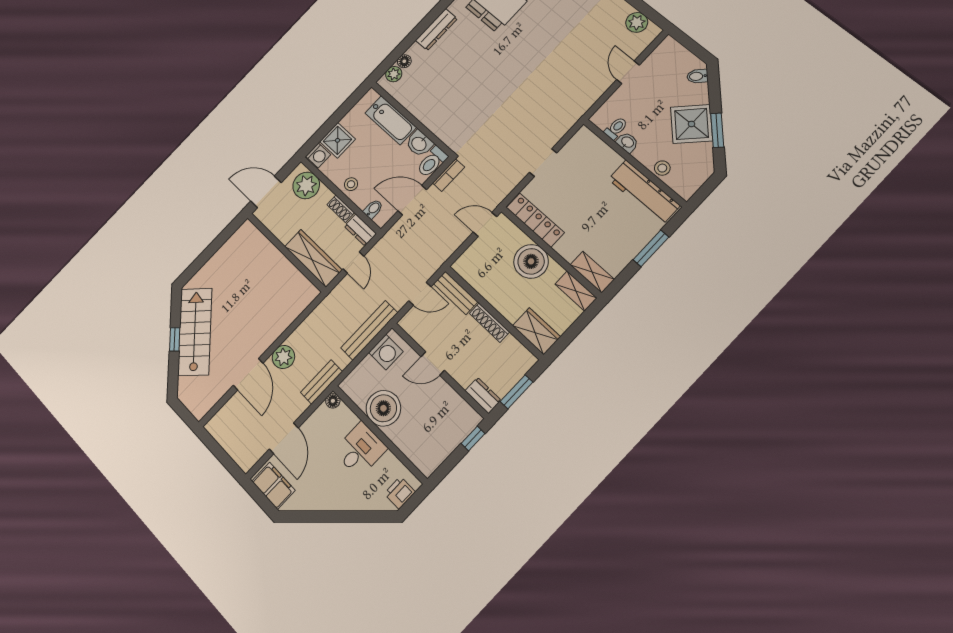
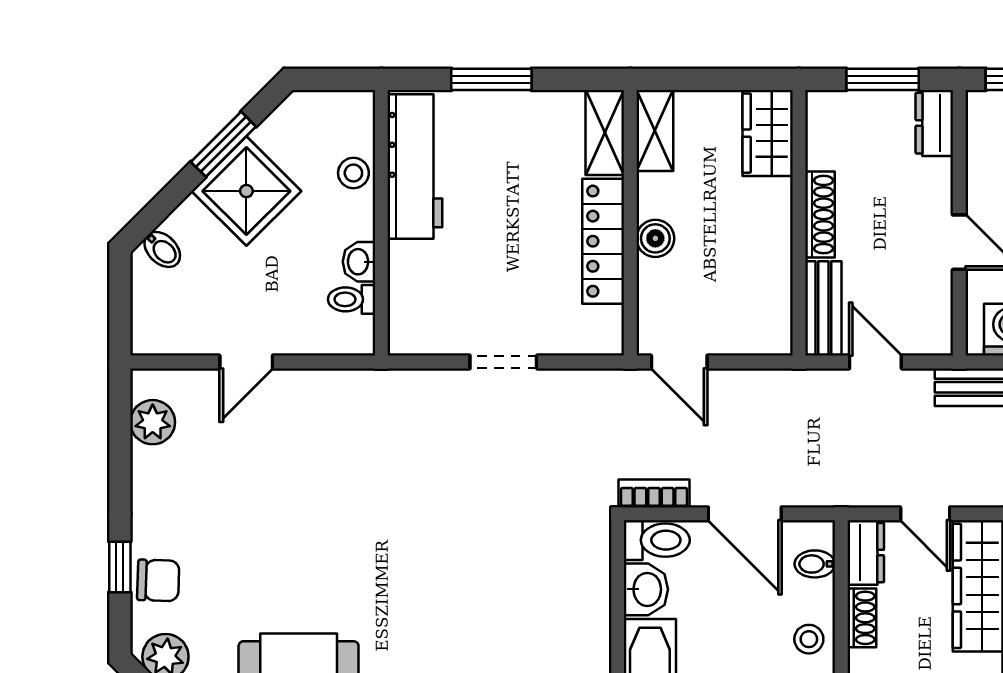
locker: (535, 220) -> (603, 241), moved
boiler: (531, 261) -> (655, 238), width x0.54, depth x0.54
door: (353, 263) -> (925, 514), swing flipped

